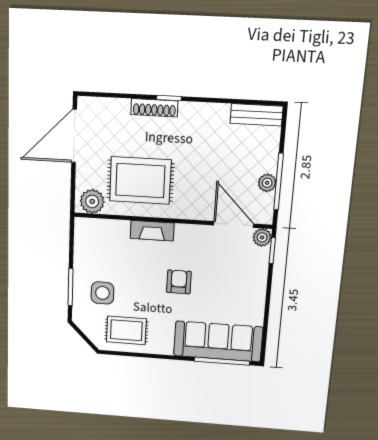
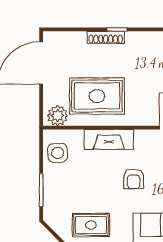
fireplace: (152, 231) -> (109, 139), width x1.37, depth x1.32
armchair: (179, 282) -> (134, 179), turned 180
side table: (102, 293) -> (58, 153), moved

